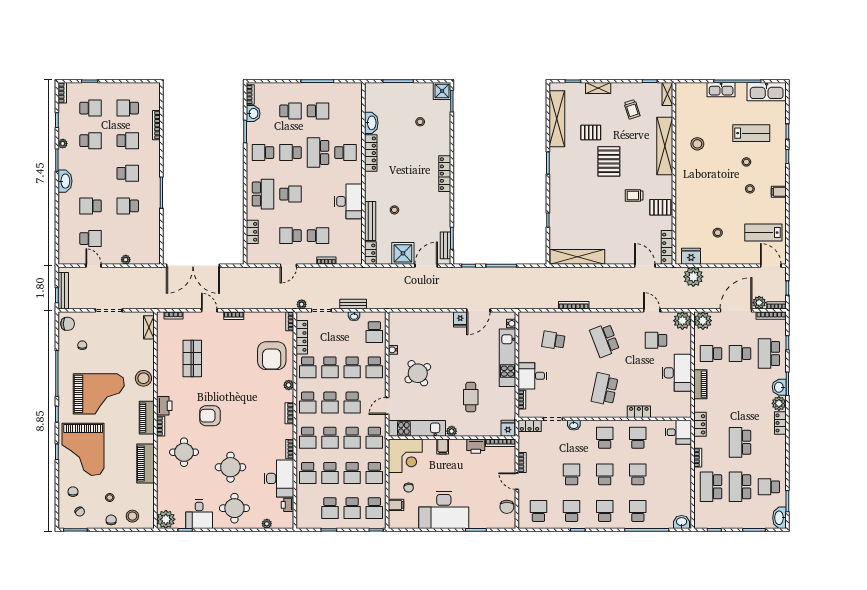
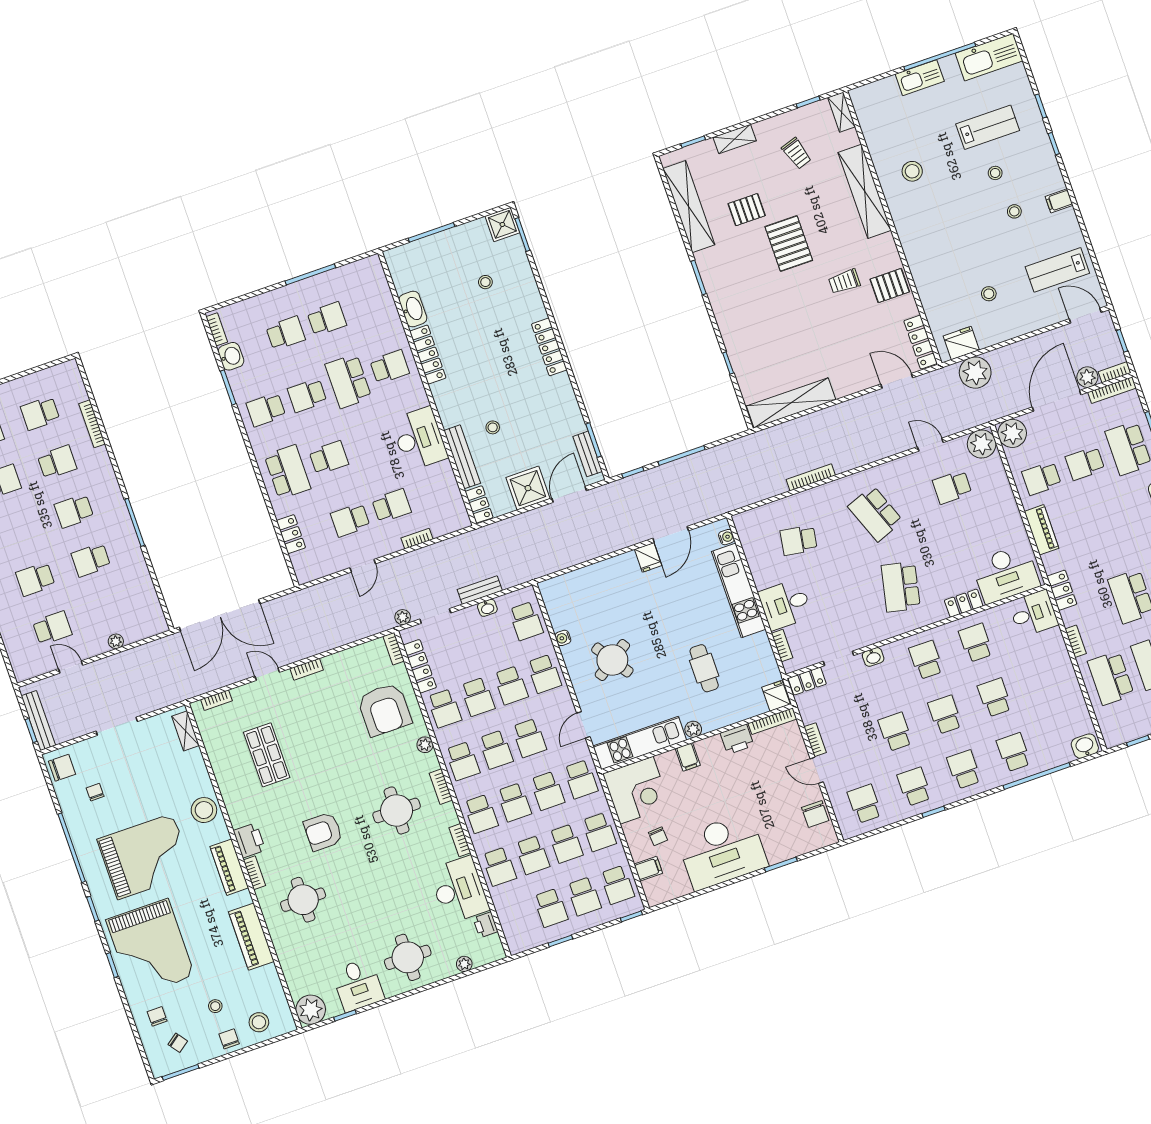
school desk: (128, 173) -> (74, 511), turned 180
desk: (677, 373) -> (1006, 574), moved, turned 90
round table: (230, 467) -> (397, 810), moved

